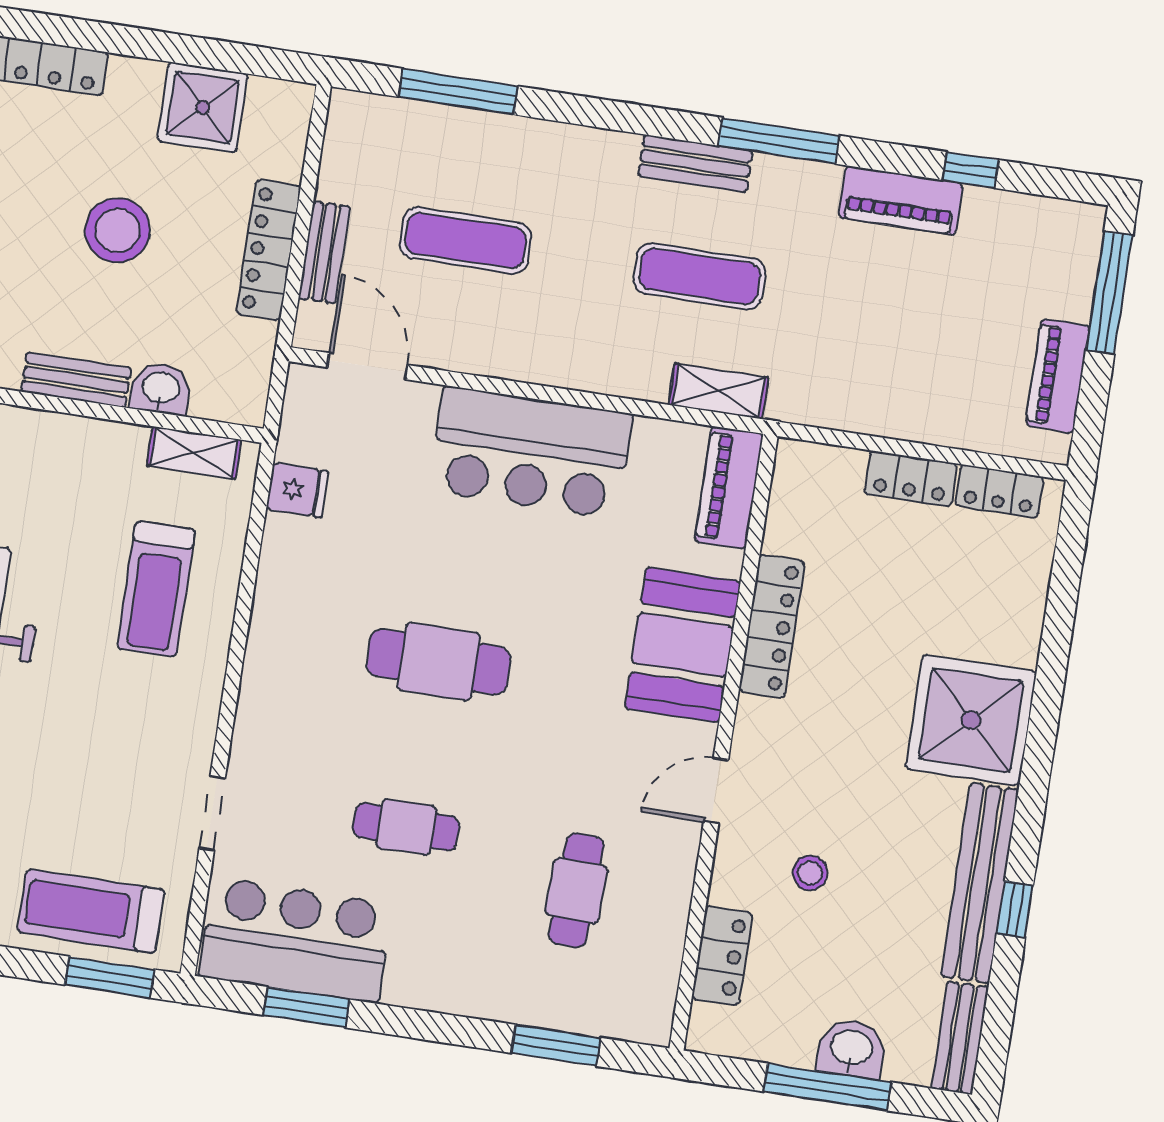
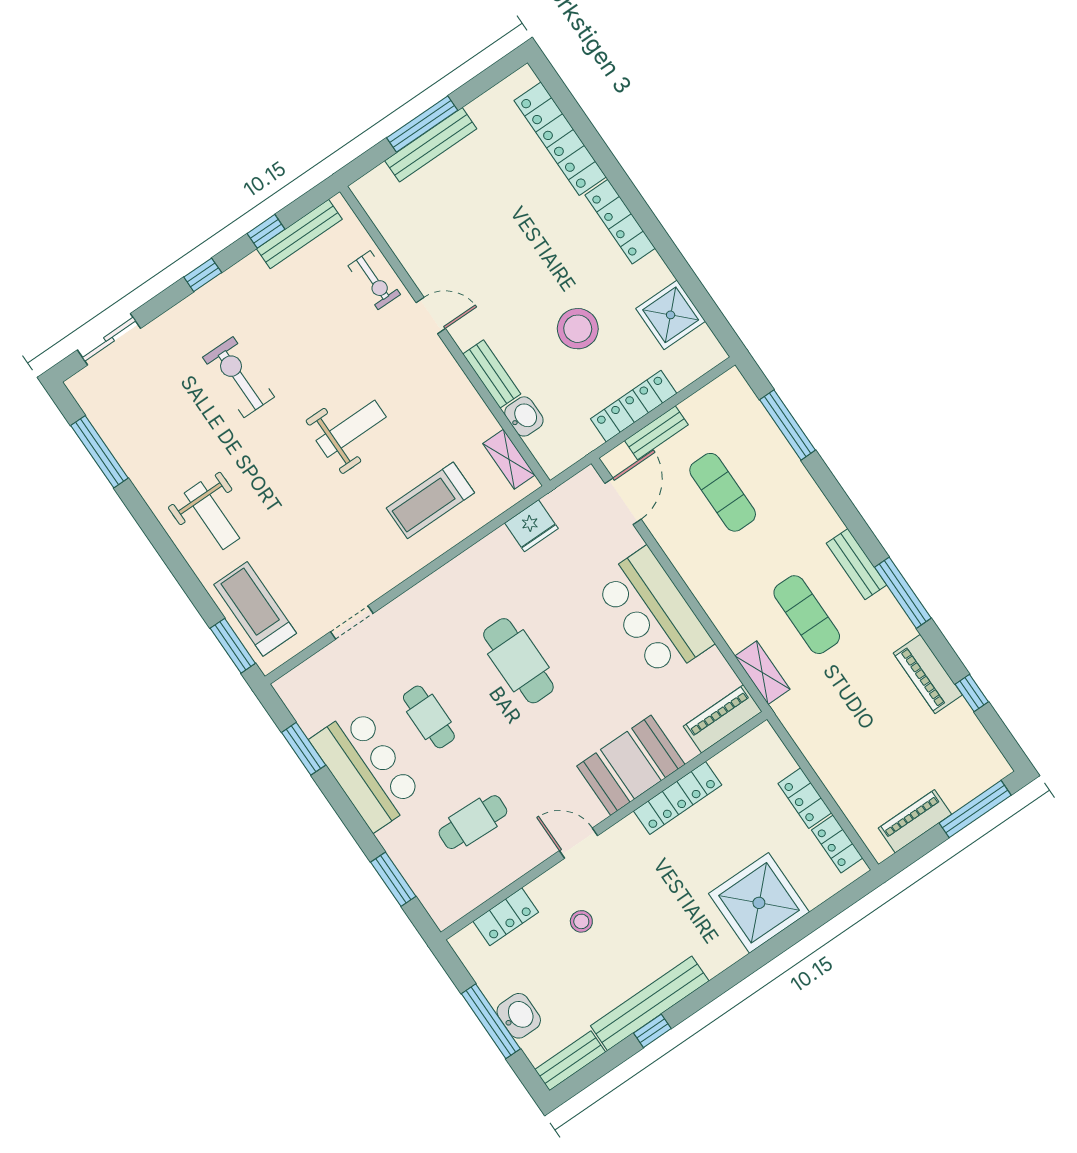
fridge: (297, 490) -> (531, 526), width x1.38
shower: (971, 720) -> (759, 903), moved
bar counter: (296, 940) -> (367, 769), moved

